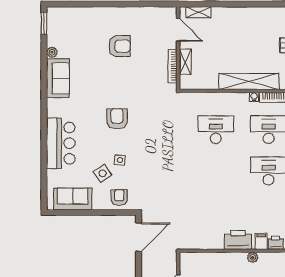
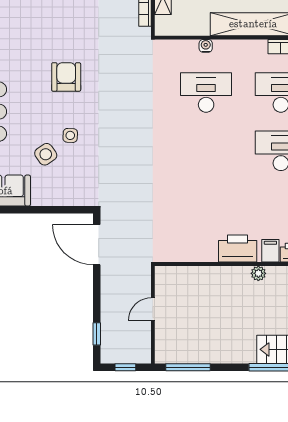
water cooler: (254, 97) -> (206, 46), moved
armchair: (119, 198) -> (69, 189), removed
door: (139, 237) -> (97, 245), swing flipped

